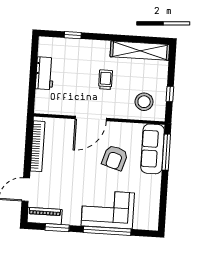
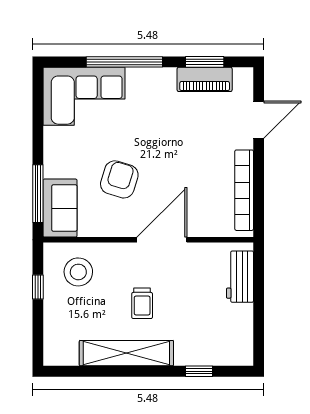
shelving: (140, 51) -> (126, 353), moved
workbench: (45, 73) -> (240, 277), moved
sofa: (153, 149) -> (60, 208), width x0.73
corner sofa: (108, 209) -> (84, 96), moved
piano: (45, 216) -> (205, 79), moved

